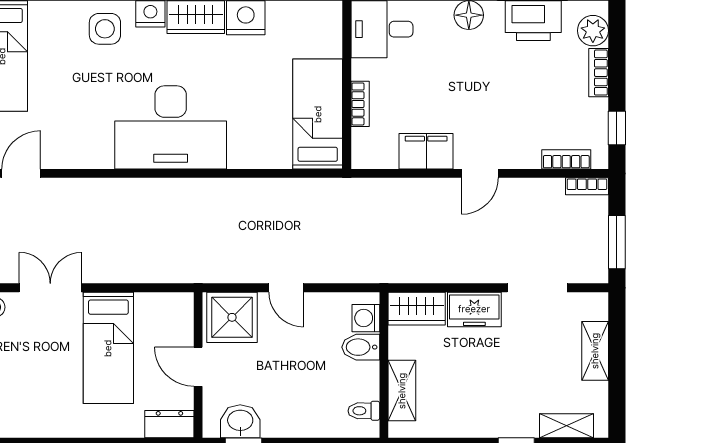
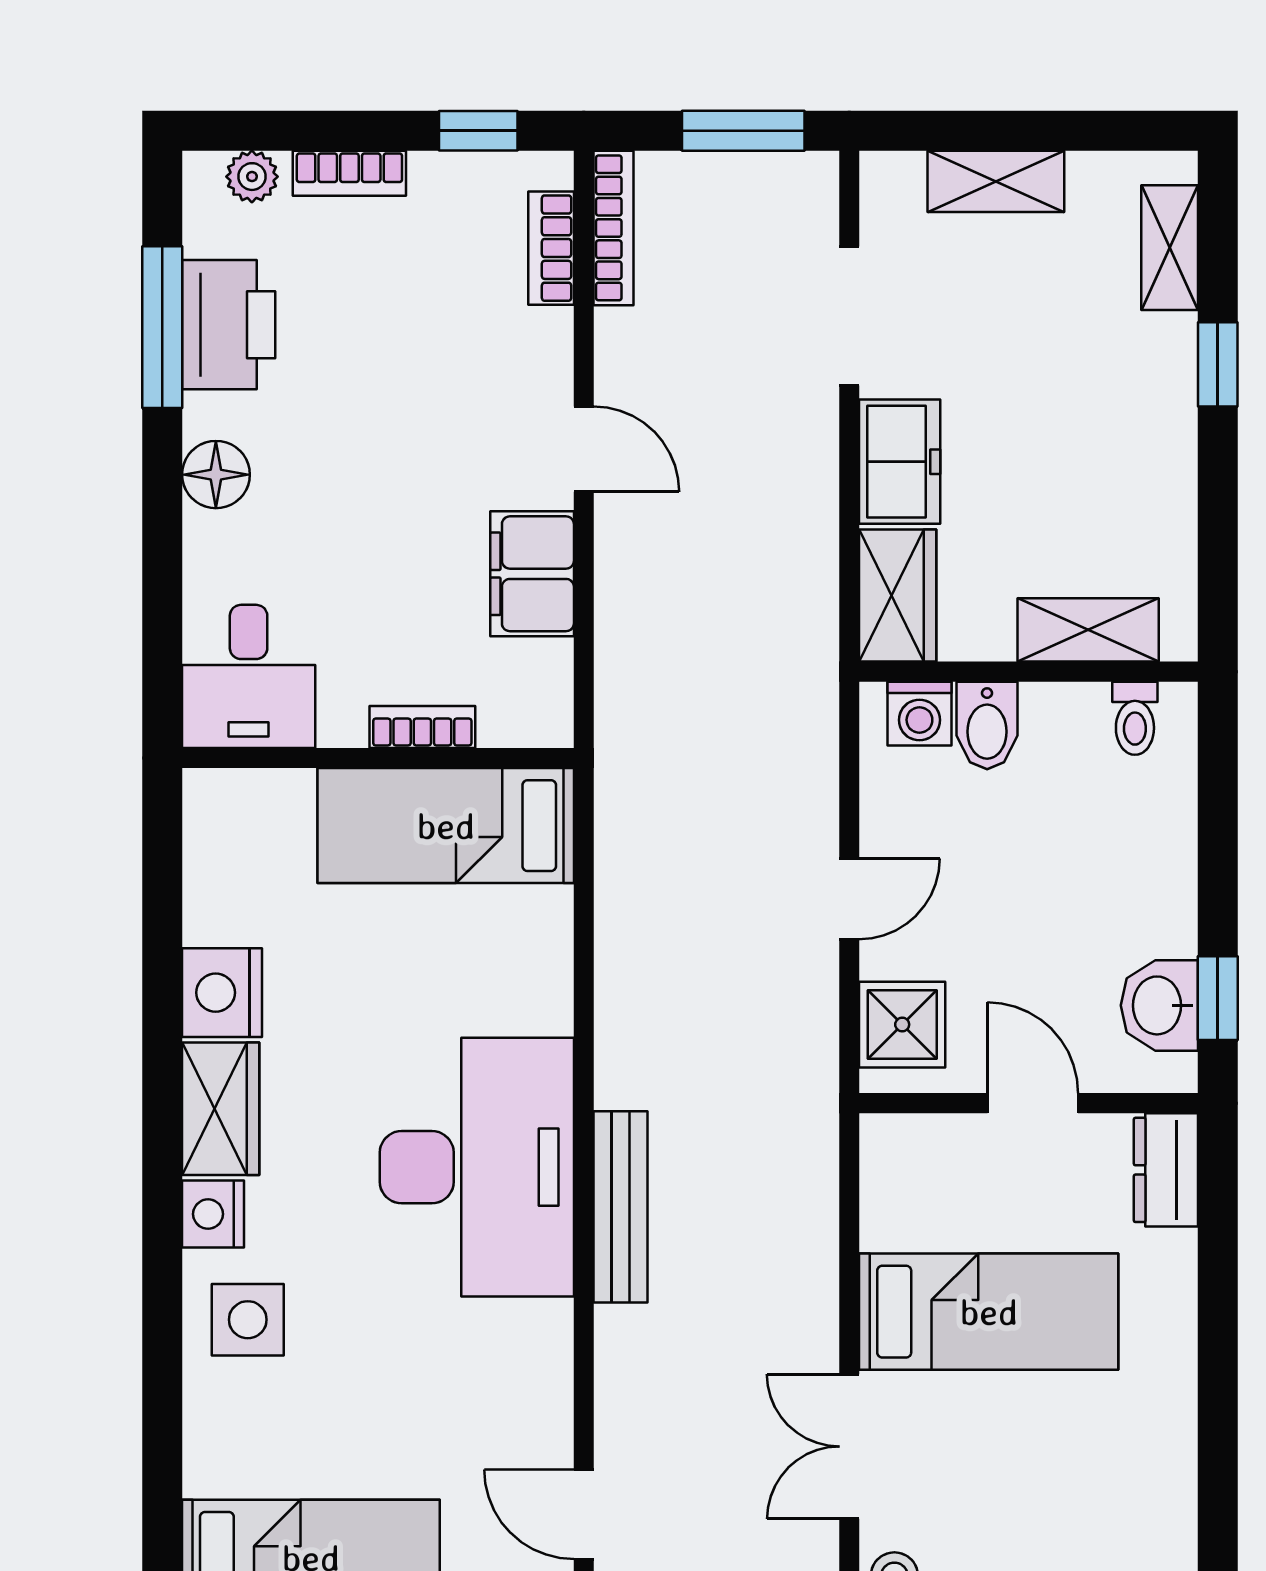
plant: (593, 31) -> (252, 177), width x0.73, depth x0.73
bookcase: (587, 186) -> (613, 228), width x1.56
bench: (154, 189) -> (620, 1207), added
shower: (232, 317) -> (902, 1025), width x0.73, depth x0.73
door: (198, 367) -> (1033, 1103), swing flipped

